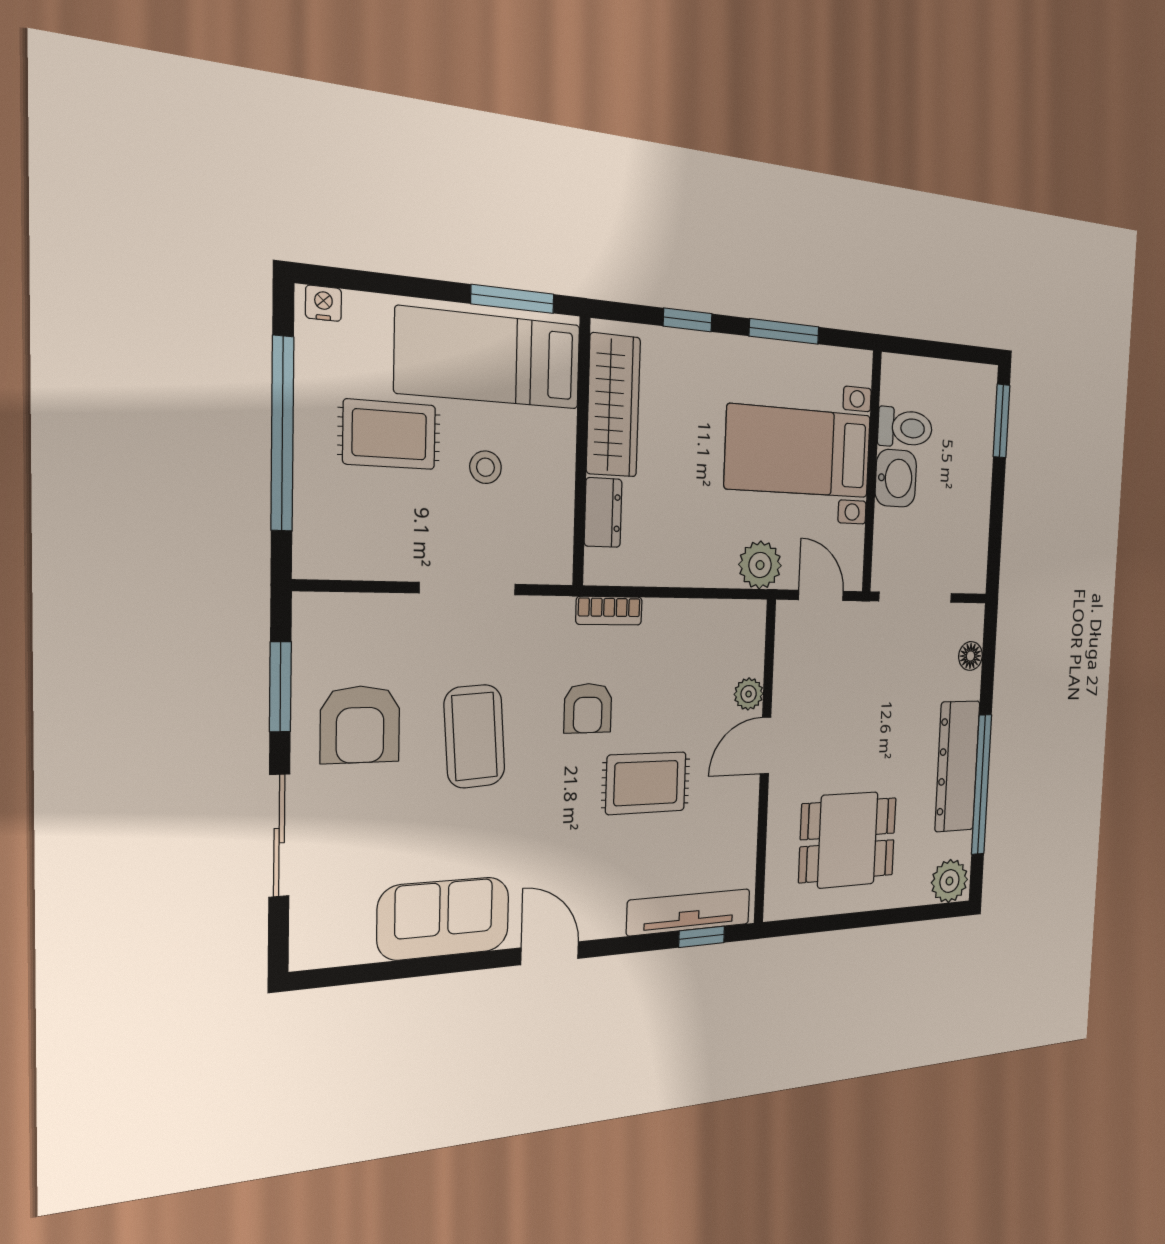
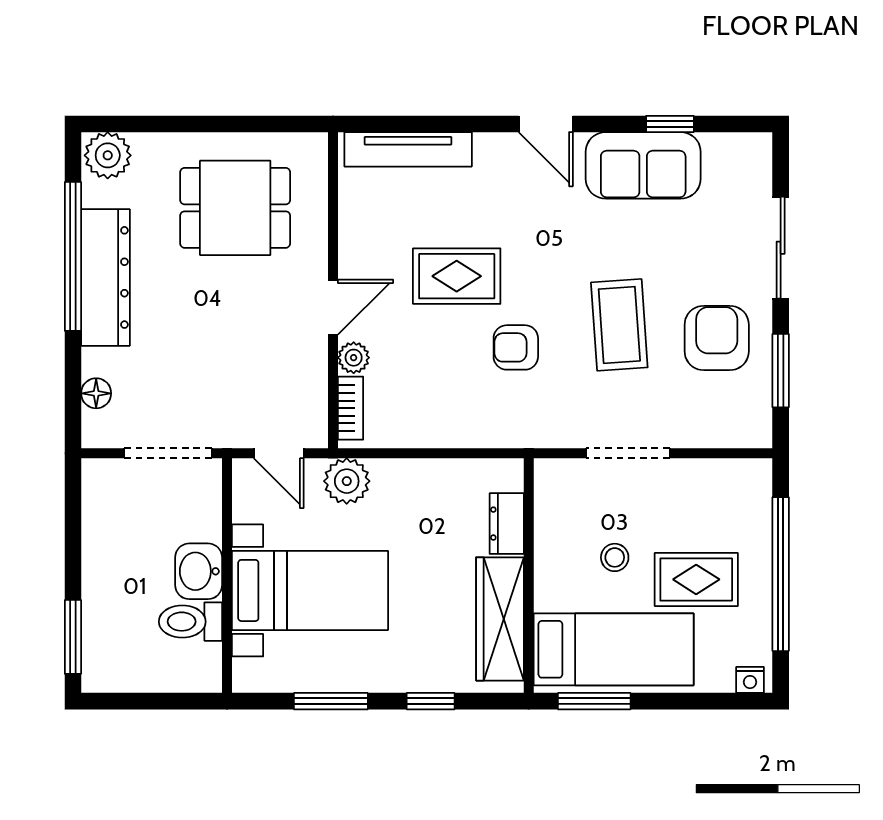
bookcase: (609, 611) -> (351, 408), moved, turned 90
armchair: (588, 708) -> (516, 347), turned -90
window: (702, 937) -> (670, 124), moved

